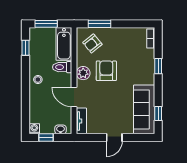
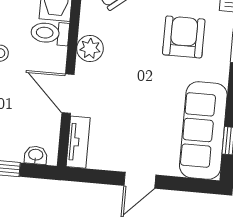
armchair: (106, 71) -> (184, 37), moved

